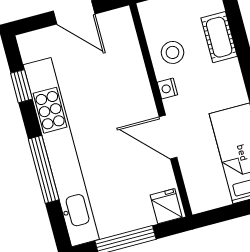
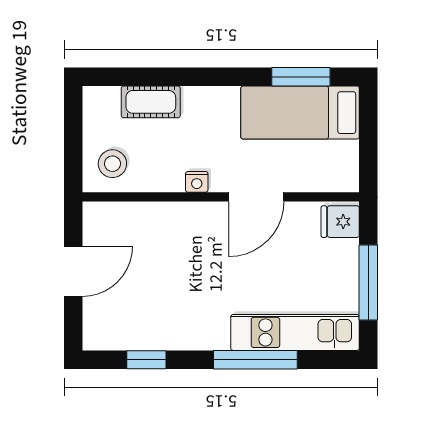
stool: (172, 52) -> (112, 164), moved
kitchen unit: (61, 152) -> (295, 332), width x0.54

